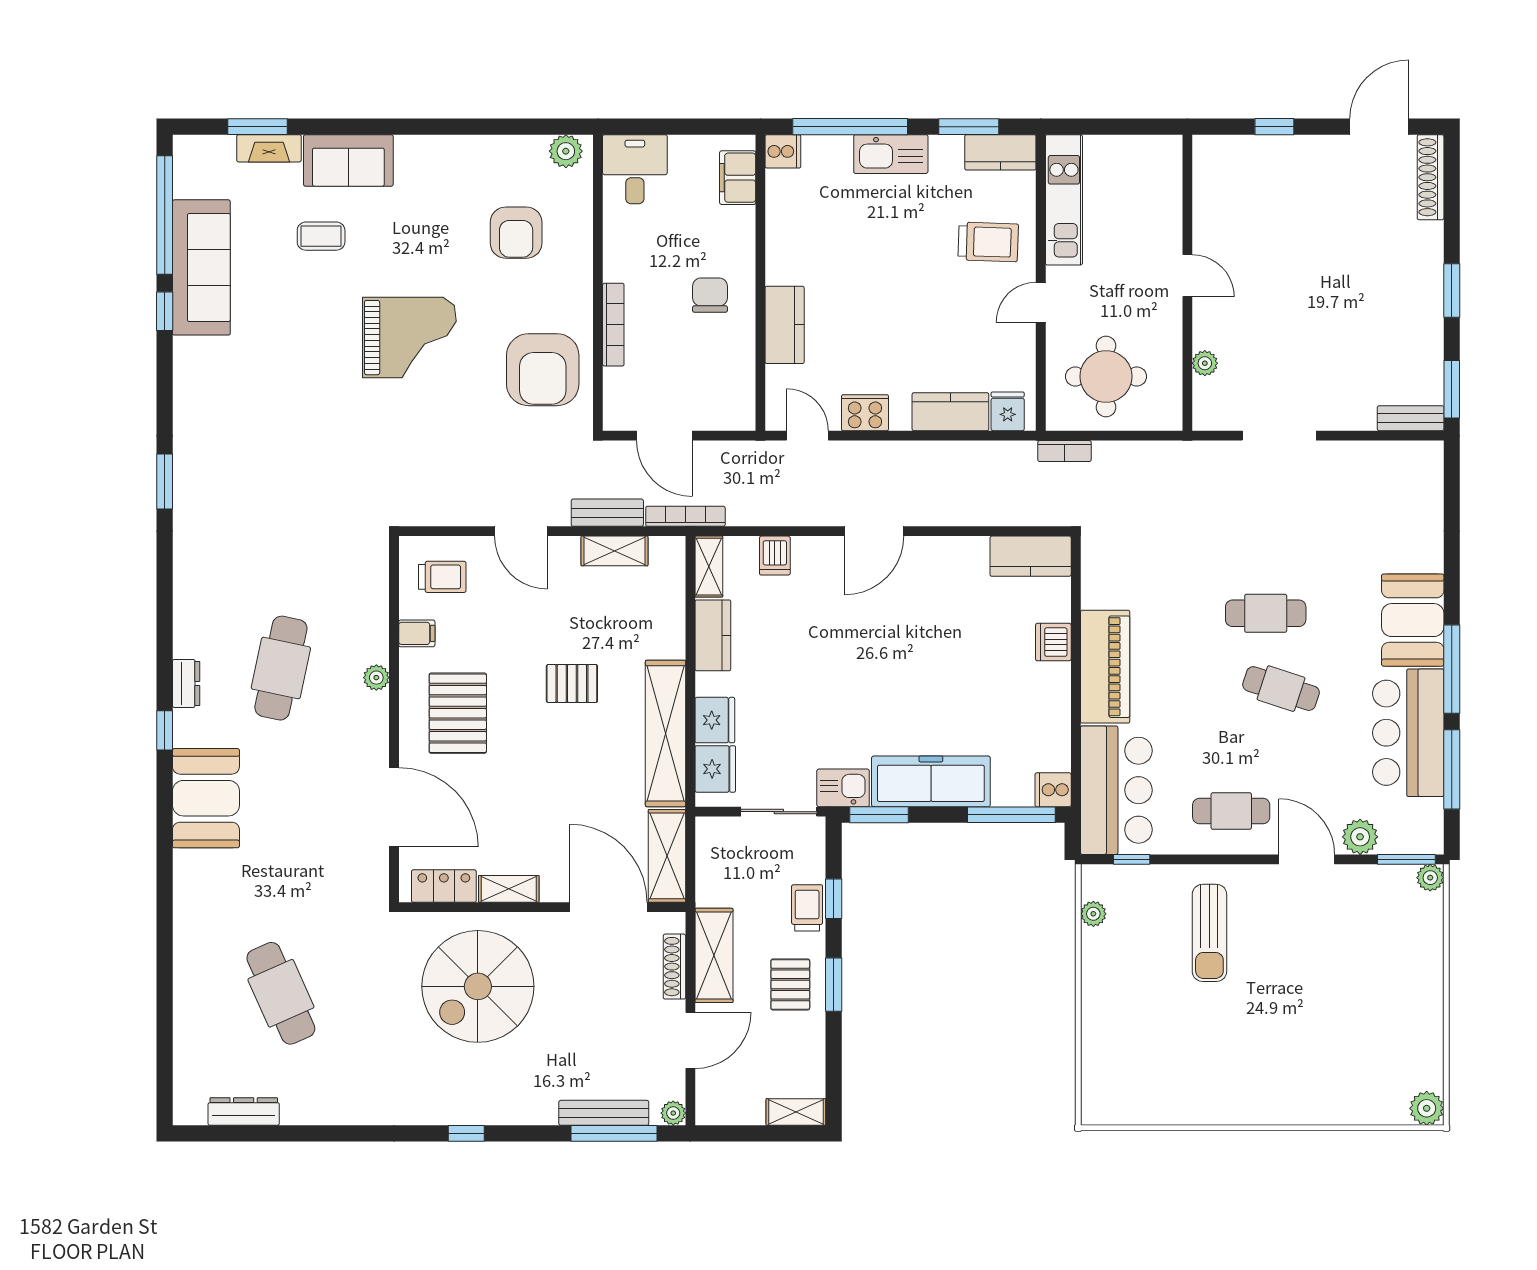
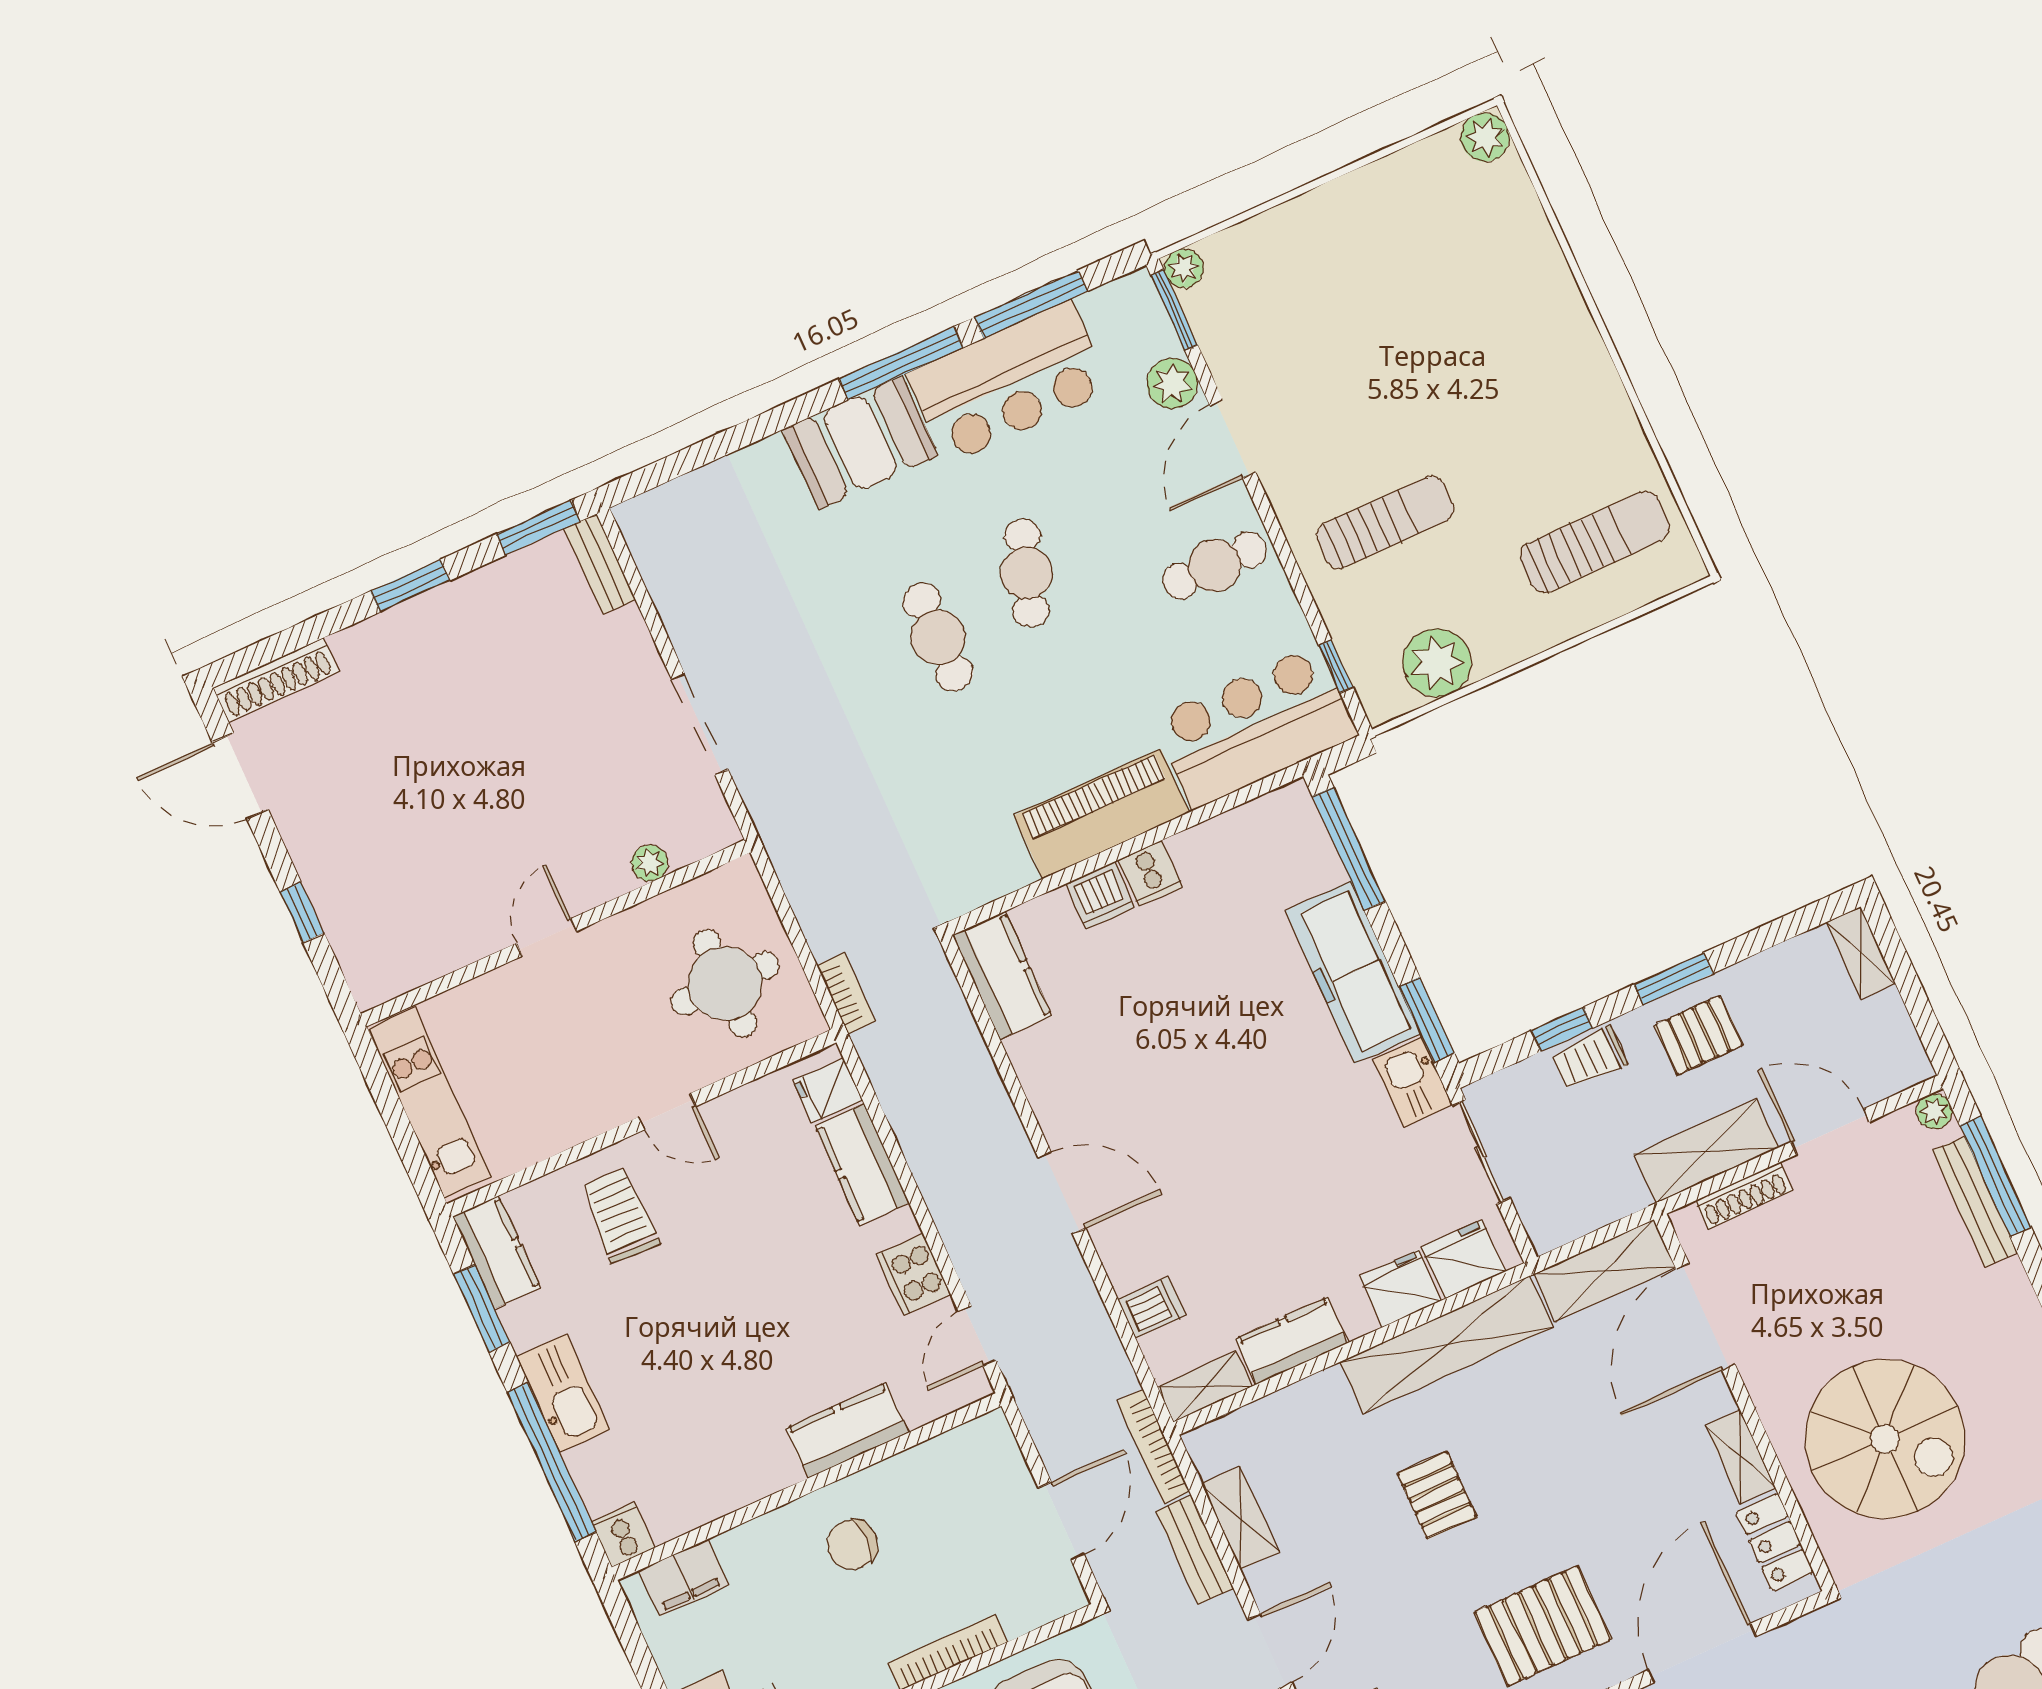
kitchen unit: (1064, 200) -> (430, 1103), moved, turned 90
cooker: (1053, 790) -> (1150, 873), moved
cafe table: (1231, 811) -> (1215, 566), turned 90
plant: (1093, 914) -> (1437, 663), width x1.88, depth x1.88
sun lounger: (1136, 1061) -> (1595, 542), added

